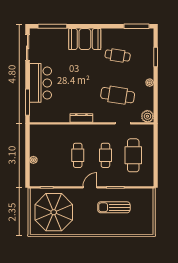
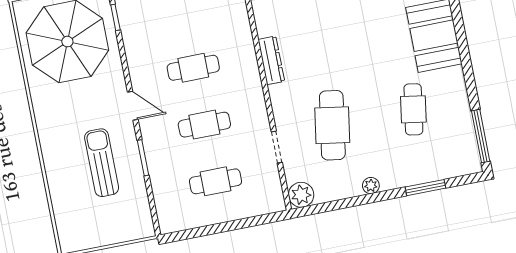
cafe table: (133, 155) -> (216, 181), width x0.73, depth x0.74

